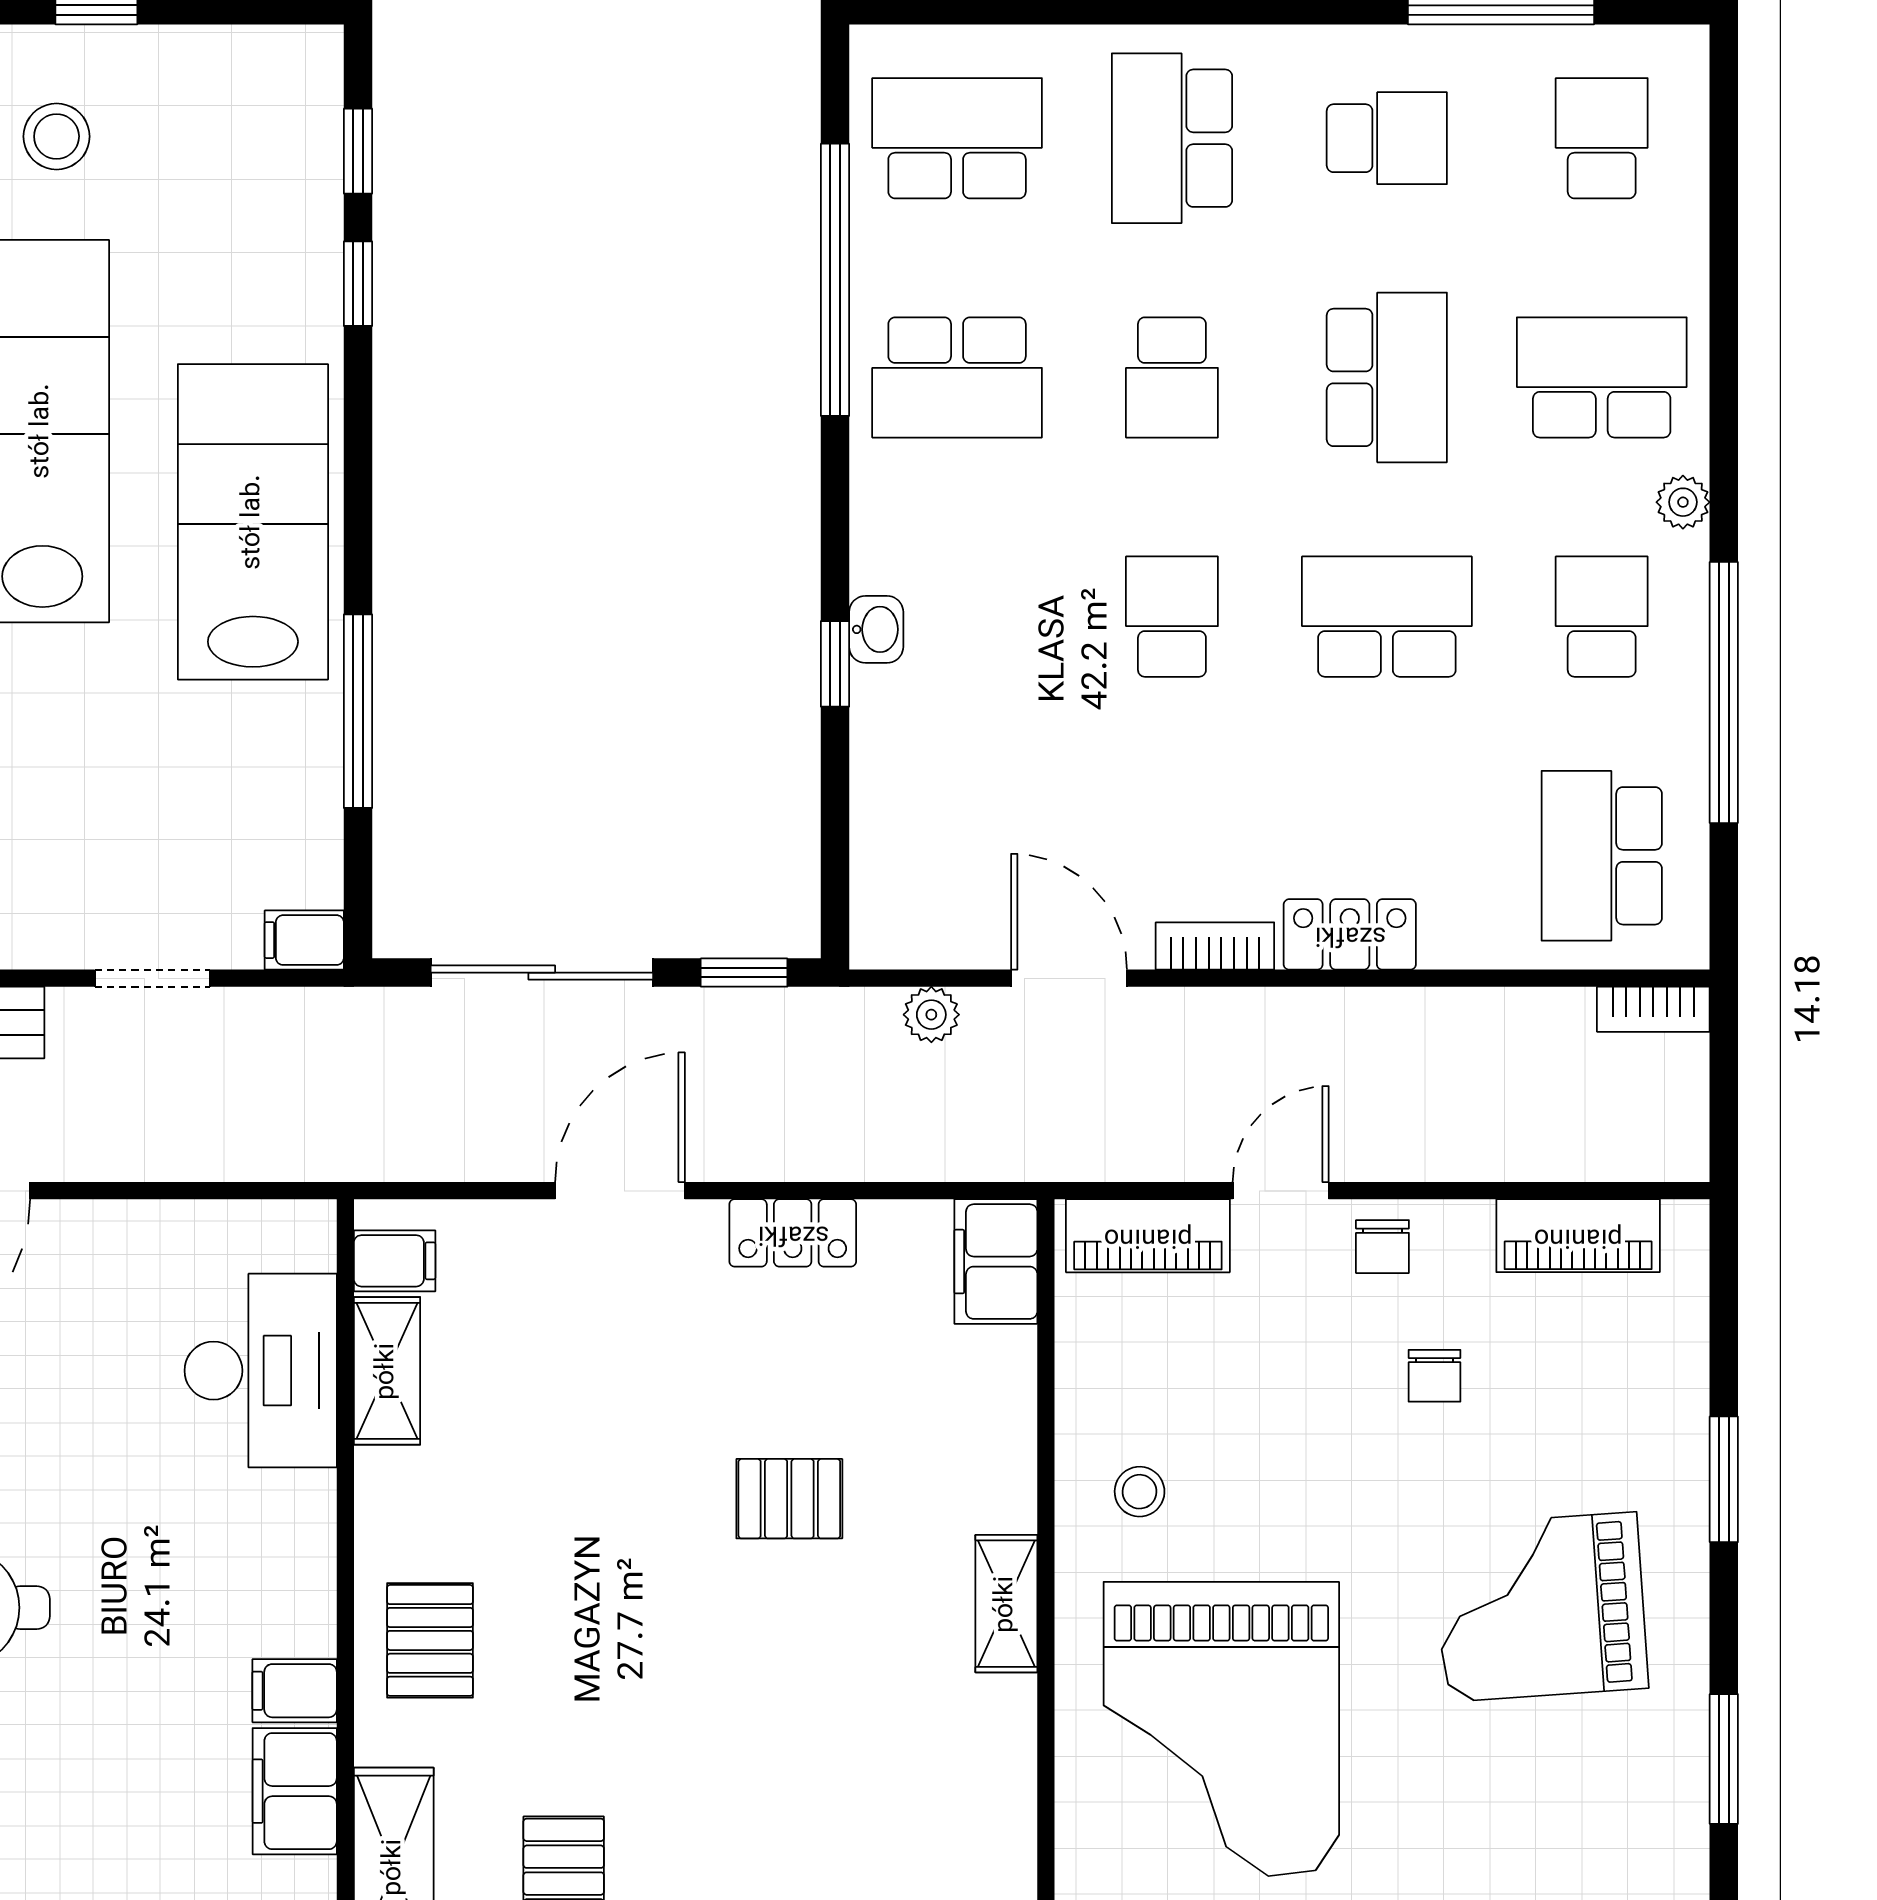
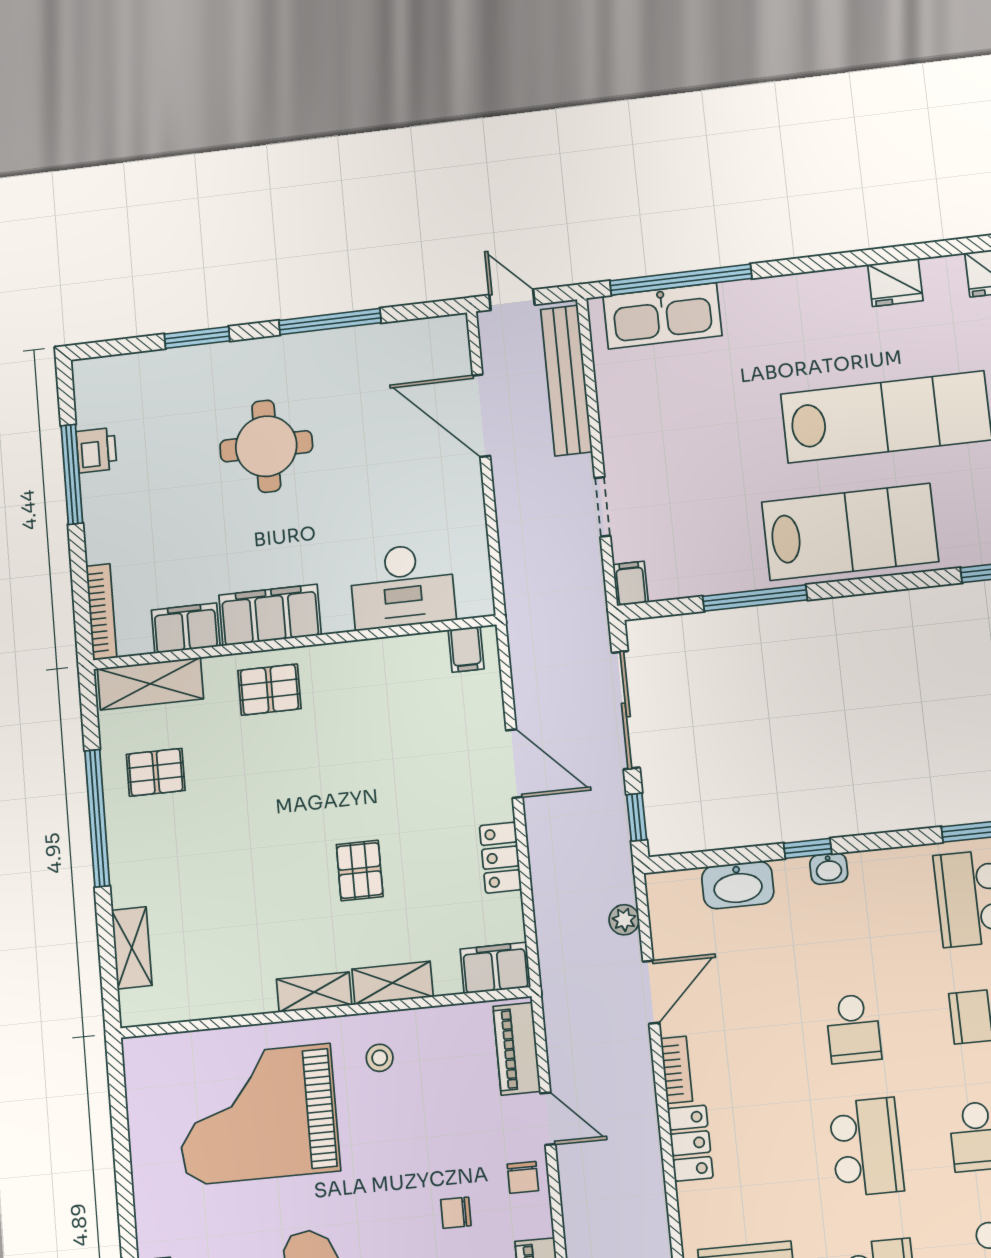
school desk: (1172, 617) -> (853, 1029), turned 90
washbasin: (889, 799) -> (738, 885), added
chair: (1382, 1247) -> (523, 1177), turned -90
shelving: (387, 1371) -> (393, 983), moved
filing cabinet: (295, 1691) -> (270, 615), width x3.00, depth x1.17

